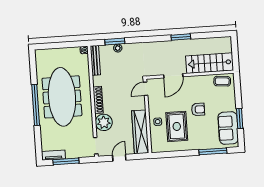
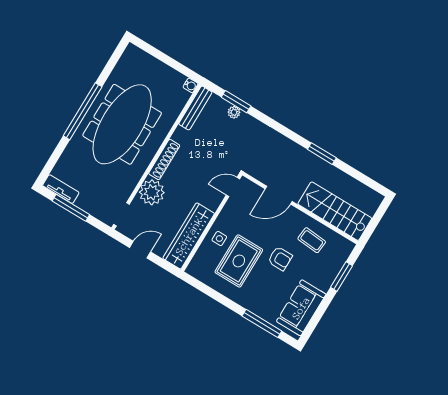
coffee table: (222, 81) -> (312, 240), moved
window: (240, 118) -> (341, 277), moved

